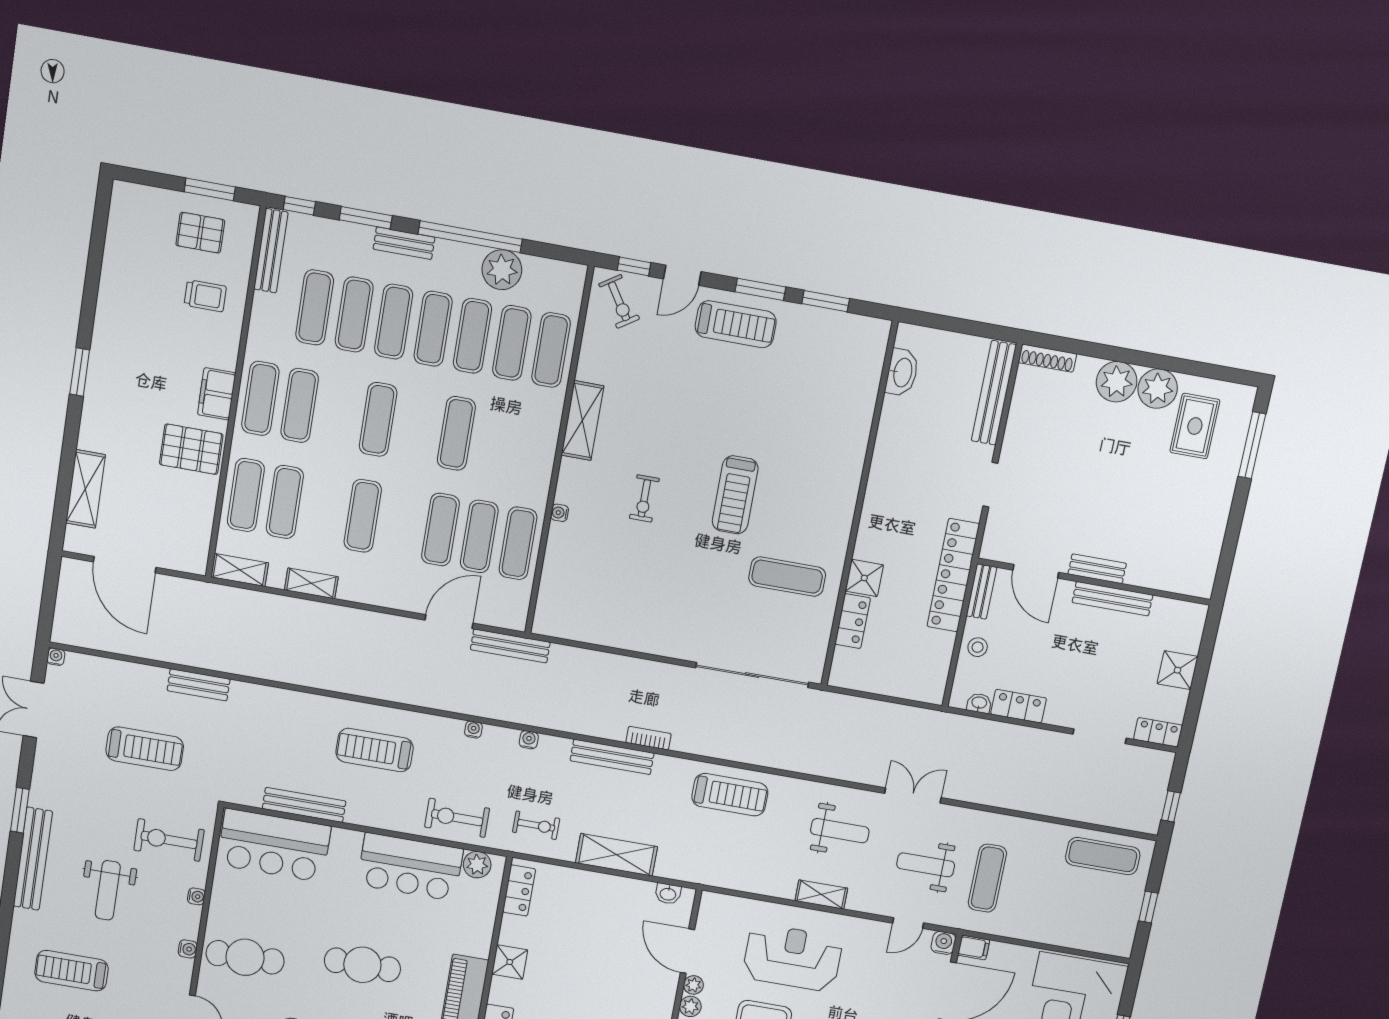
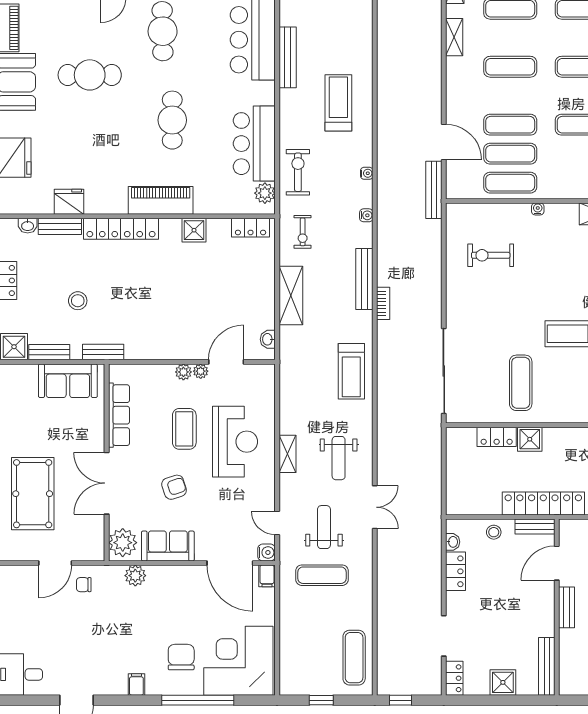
exercise bike: (644, 498) -> (491, 255), moved, width x1.38, depth x1.39
bench: (1112, 599) -> (547, 666), moved

